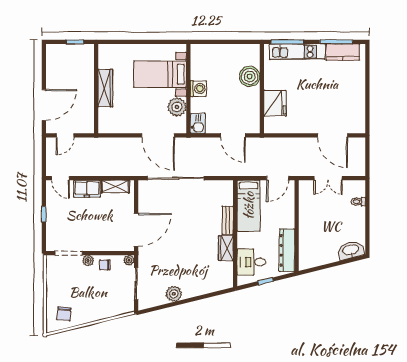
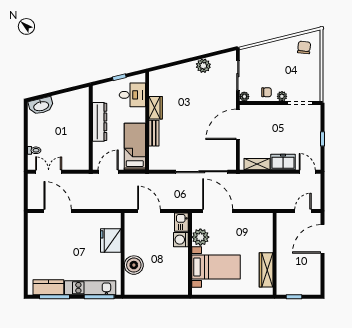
wardrobe: (105, 88) -> (266, 270), moved
washing machine: (198, 89) -> (181, 240), moved
double door: (328, 178) -> (49, 172), moved
dresser: (287, 250) -> (100, 122), moved

